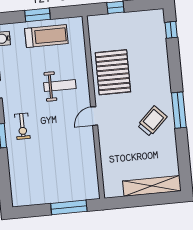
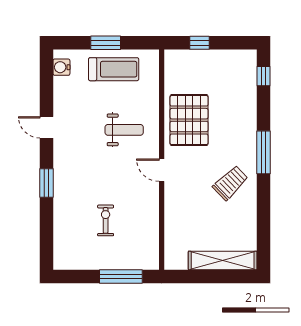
window: (179, 110) -> (264, 152), moved
door: (94, 116) -> (162, 170), hinge flipped
exercise bike: (22, 126) -> (106, 220), moved, turned 180

